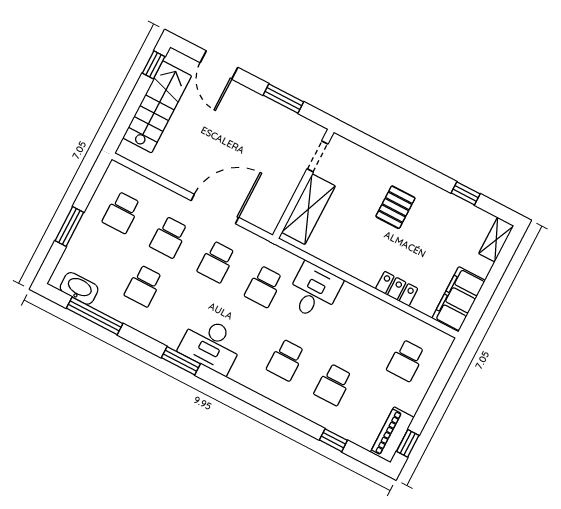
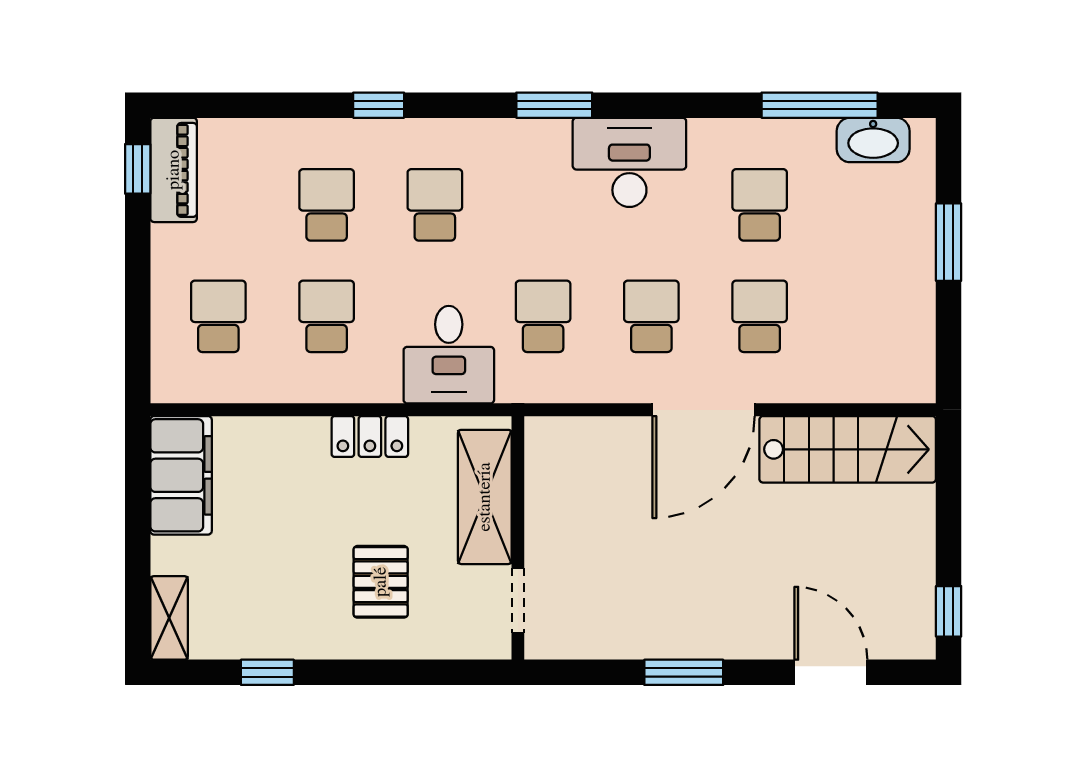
stairs: (157, 107) -> (848, 449), moved, turned -90
doorway: (317, 156) -> (518, 600), moved
wall: (303, 184) -> (518, 538), moved
shelving: (308, 209) -> (485, 497), moved
school desk: (122, 212) -> (327, 316), moved
locker: (397, 289) -> (370, 436), moved
desk: (211, 345) -> (629, 162), moved
window: (181, 361) -> (554, 105), moved
window: (333, 440) -> (379, 105), moved

